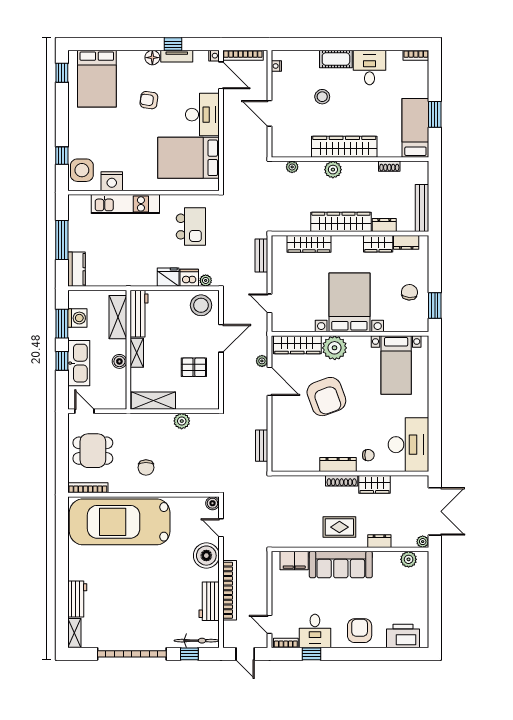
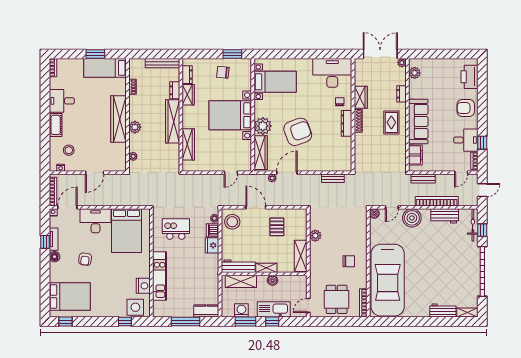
stool: (322, 97) -> (69, 150), moved
bench: (261, 255) -> (423, 178), moved

